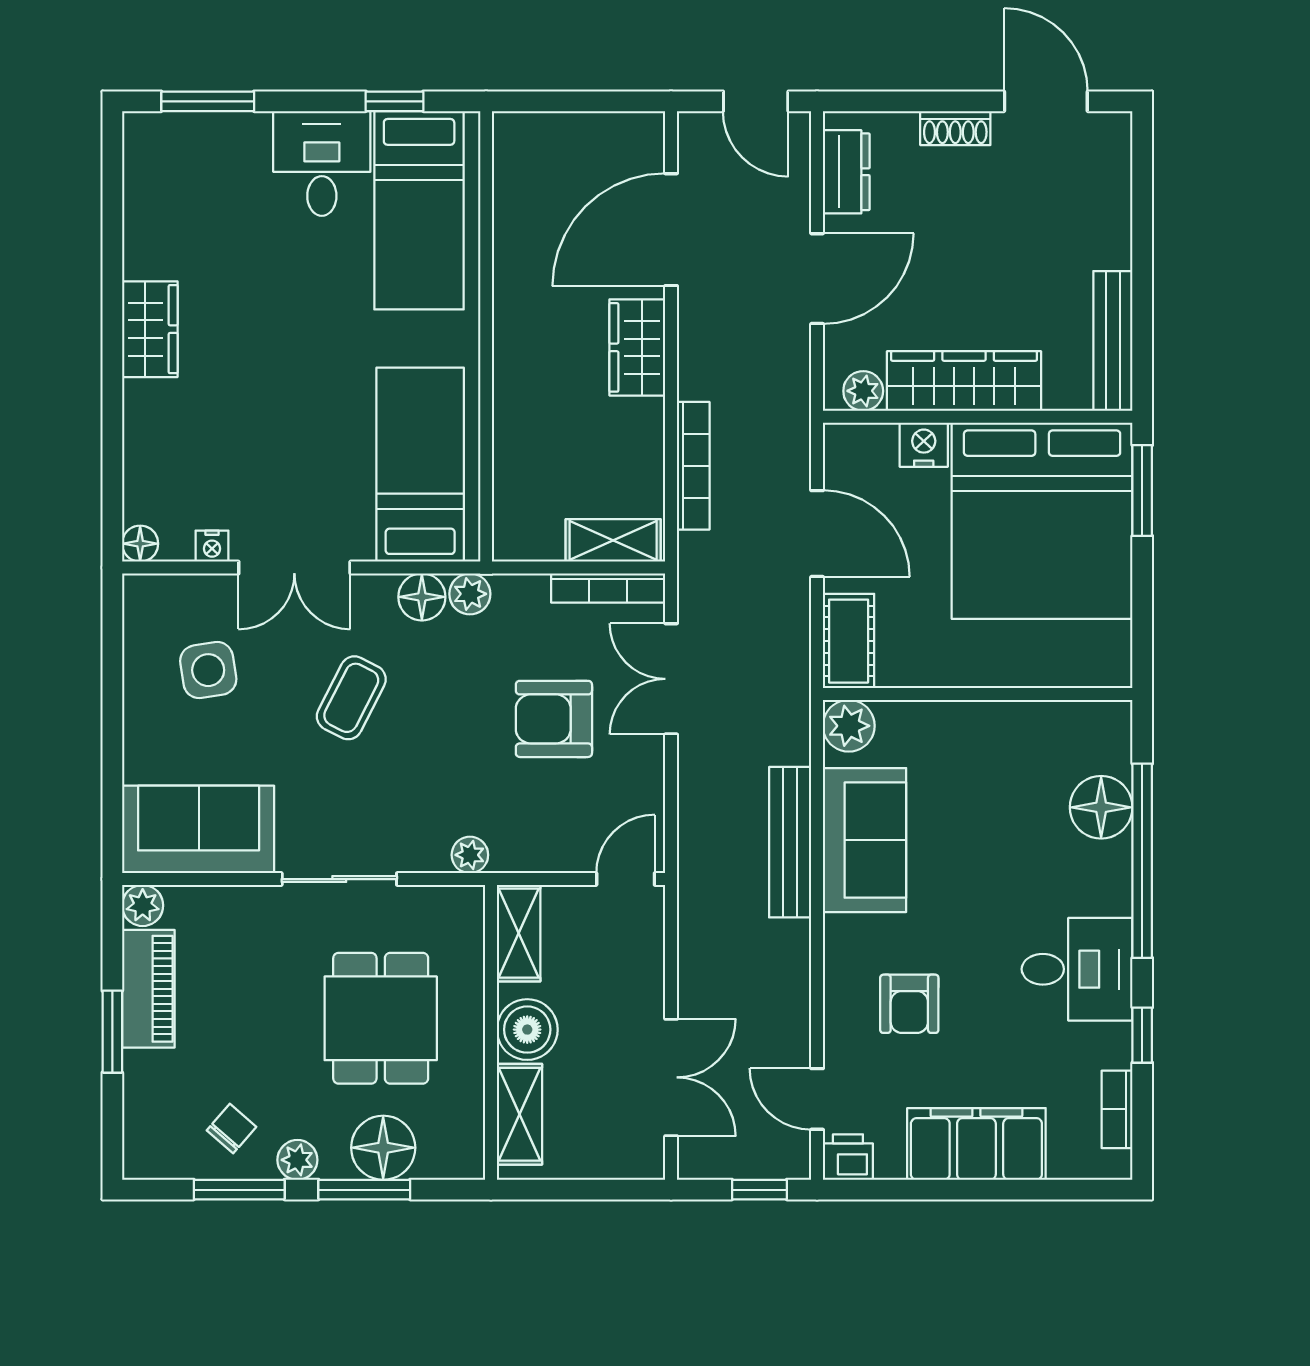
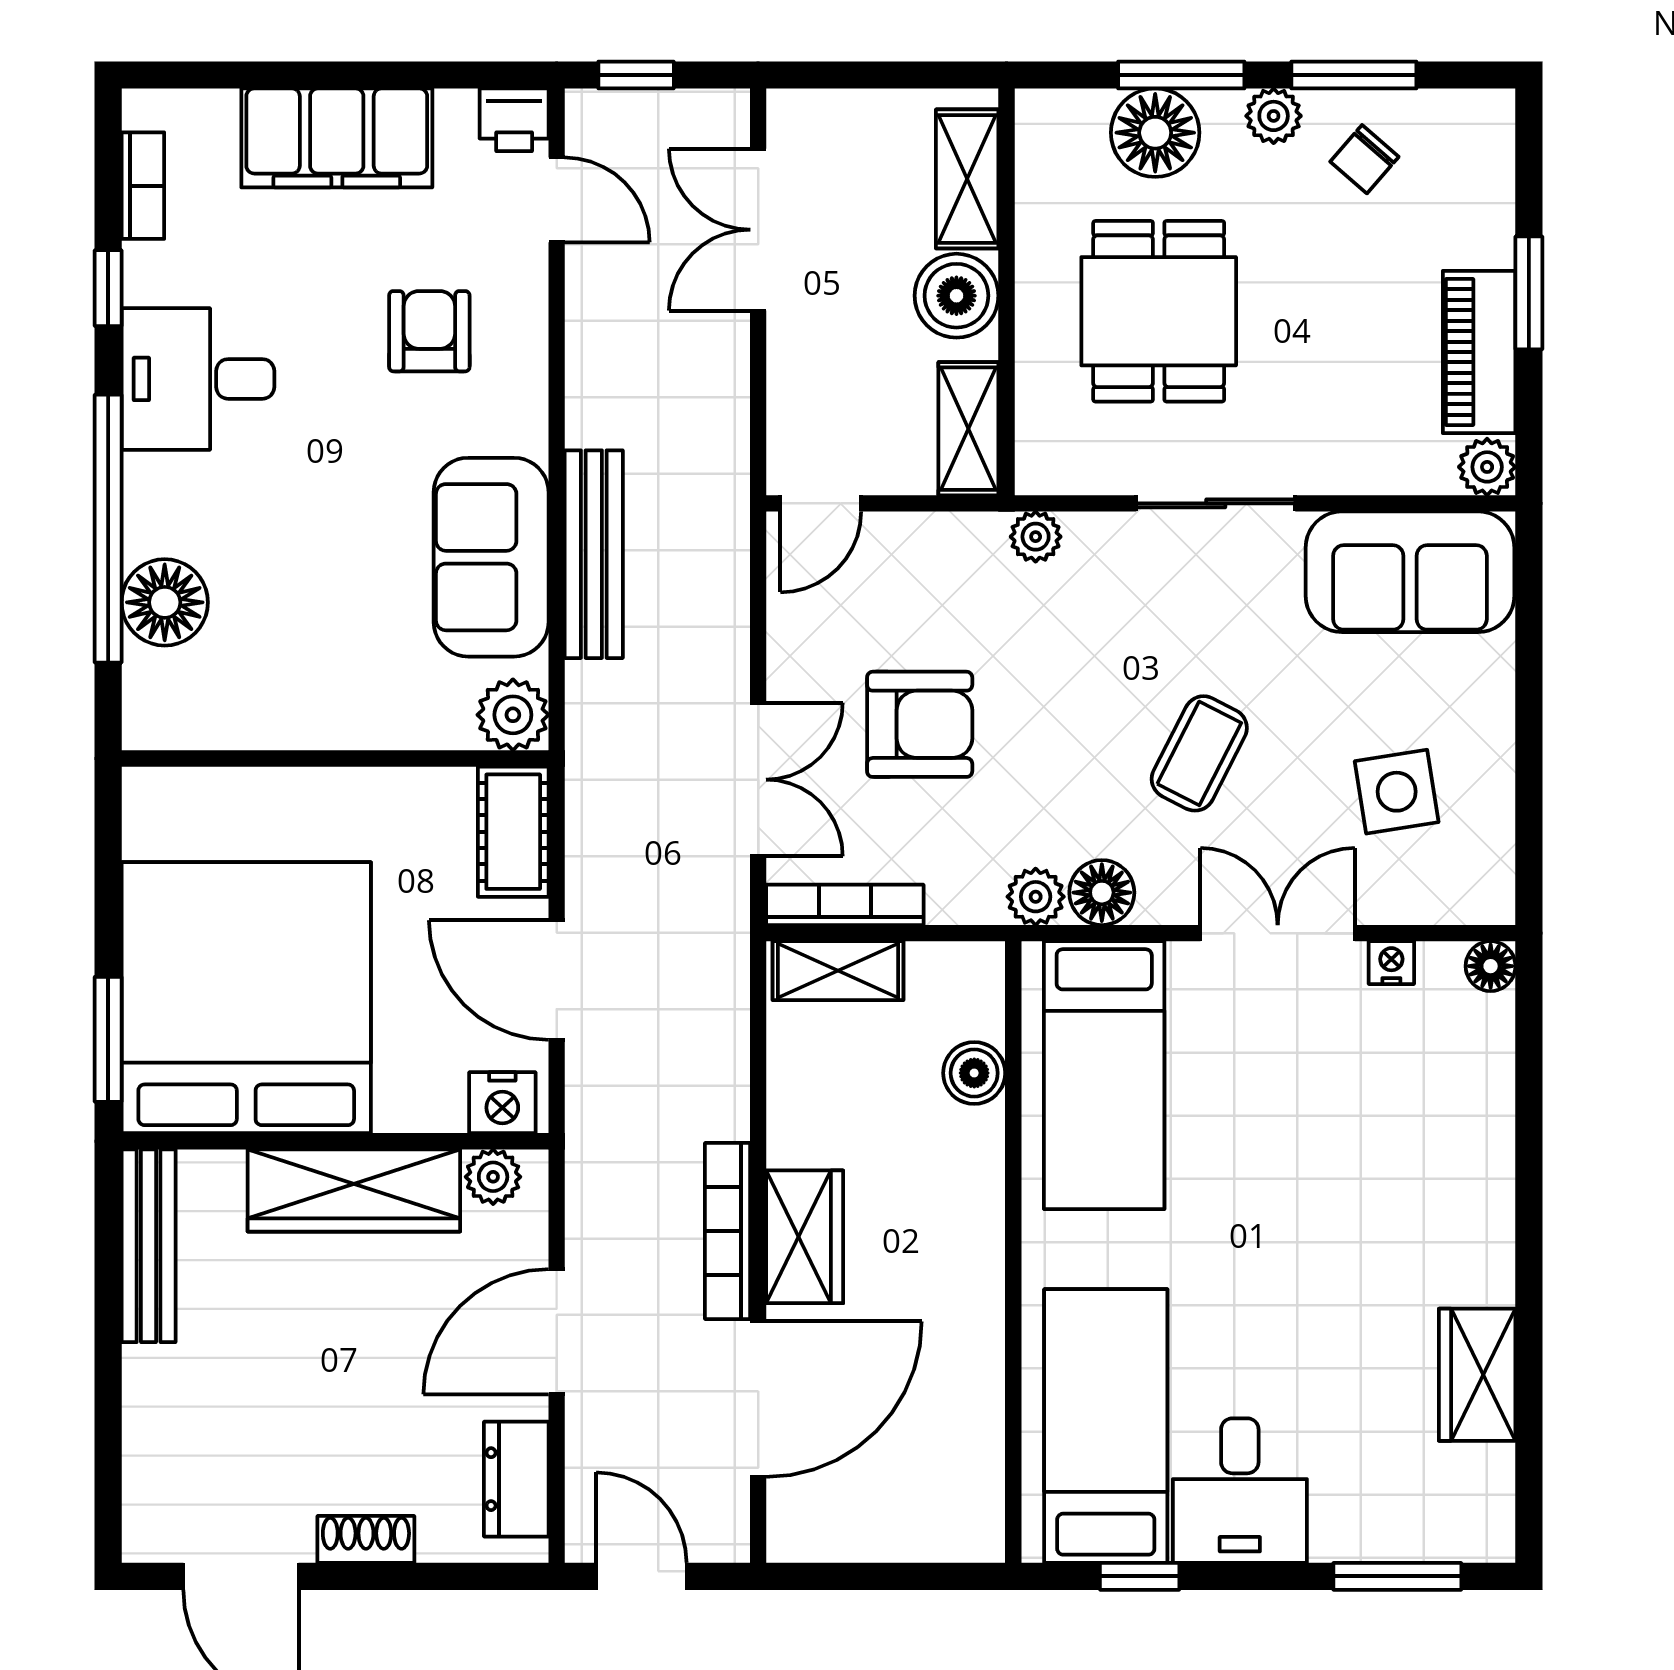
wardrobe: (150, 329) -> (1477, 1375), moved
nightstand: (924, 445) -> (502, 1103), moved
boiler: (514, 466) -> (974, 1073), added
bookcase: (693, 466) -> (727, 1231), moved

